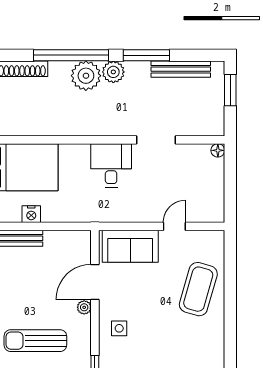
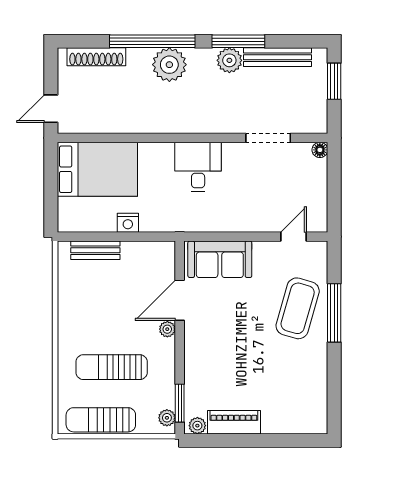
plant: (113, 72) -> (229, 60), moved
doorway: (156, 140) -> (268, 138), moved
nightstand: (31, 214) -> (128, 223), moved
door: (174, 226) -> (294, 237), moved
window: (230, 293) -> (334, 313), added
side table: (119, 328) -> (207, 353), removed

